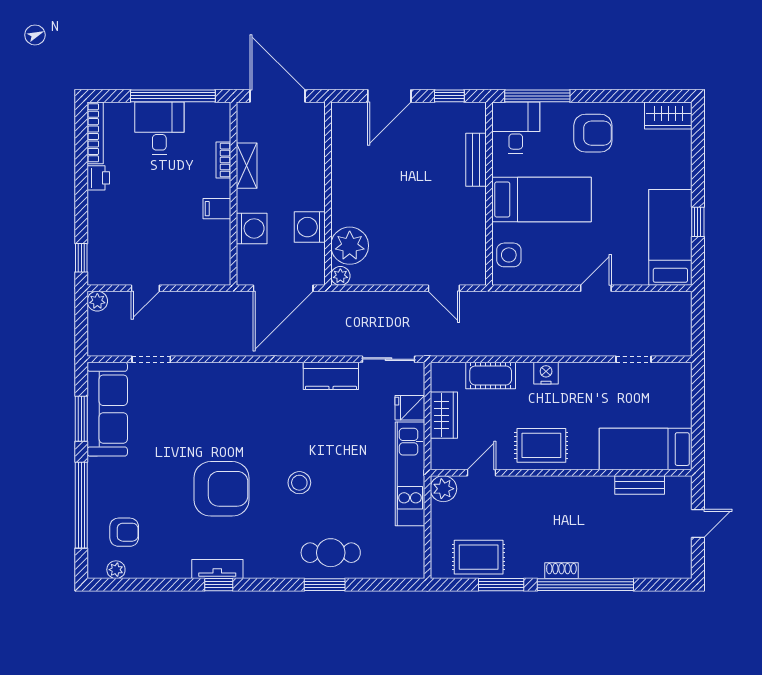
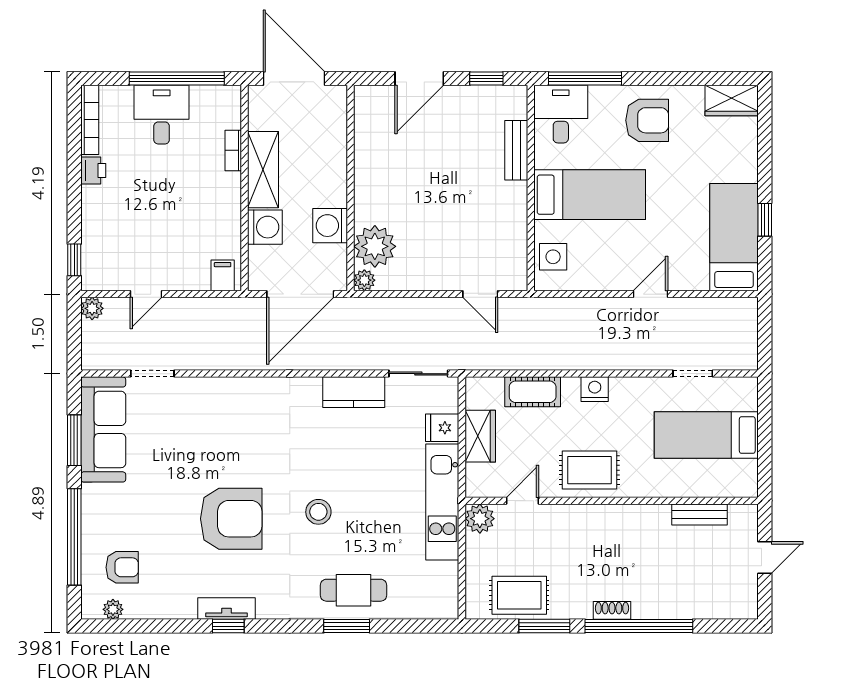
shelving: (247, 166) -> (263, 170), width x1.50, depth x1.33
filing cabinet: (217, 209) -> (223, 275), moved, turned 90
bed: (646, 449) -> (706, 435), moved

